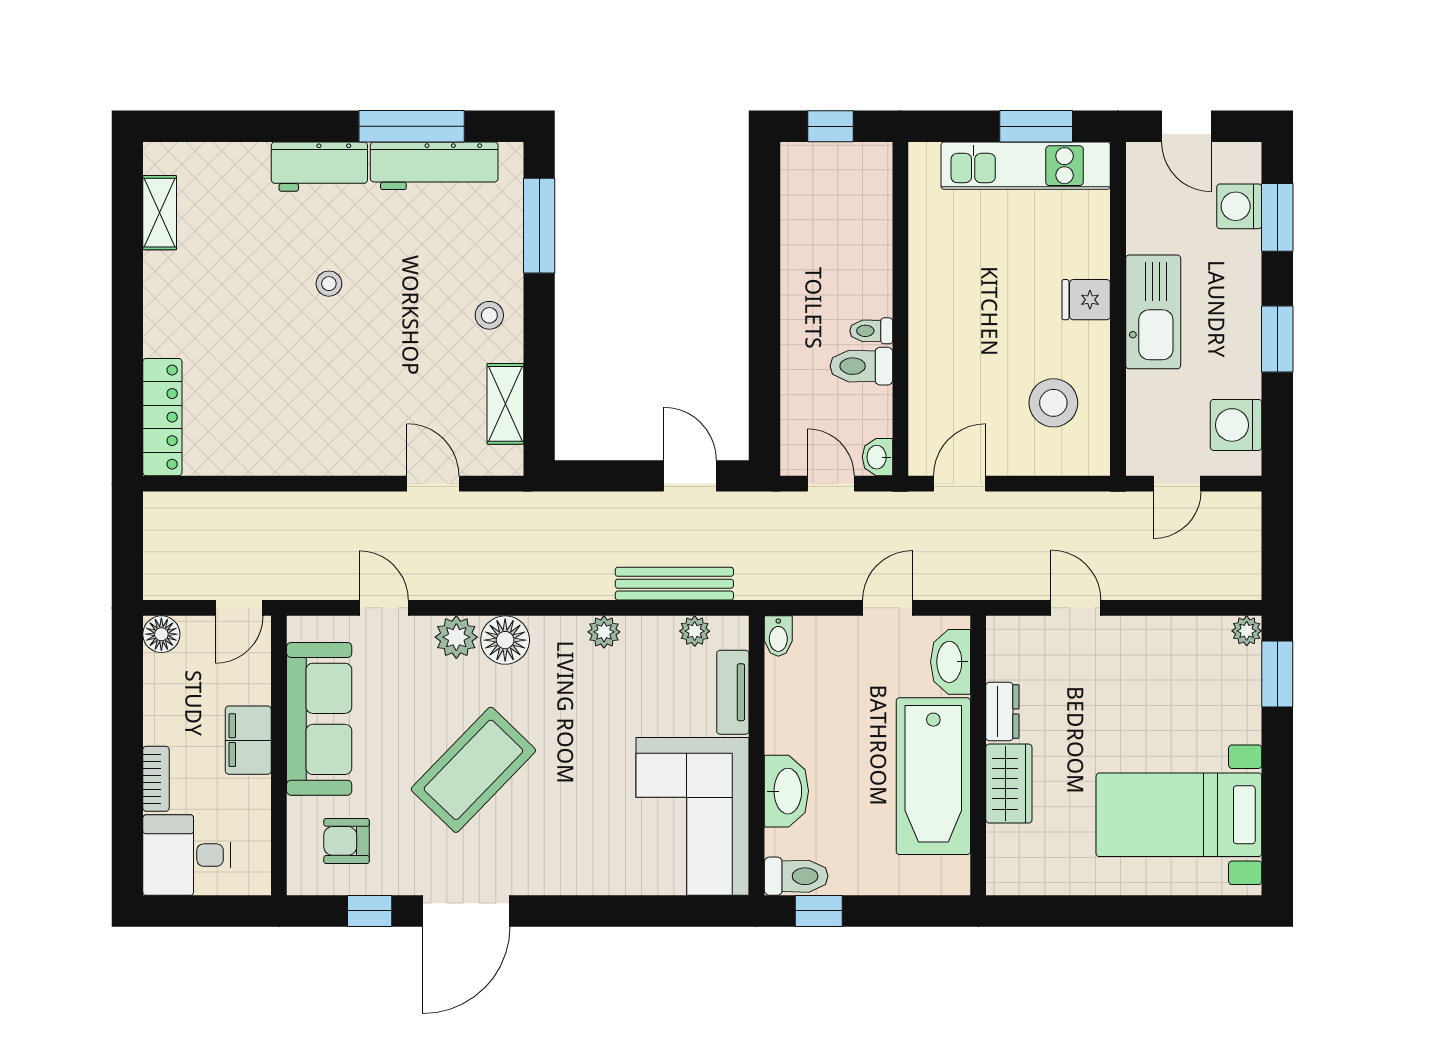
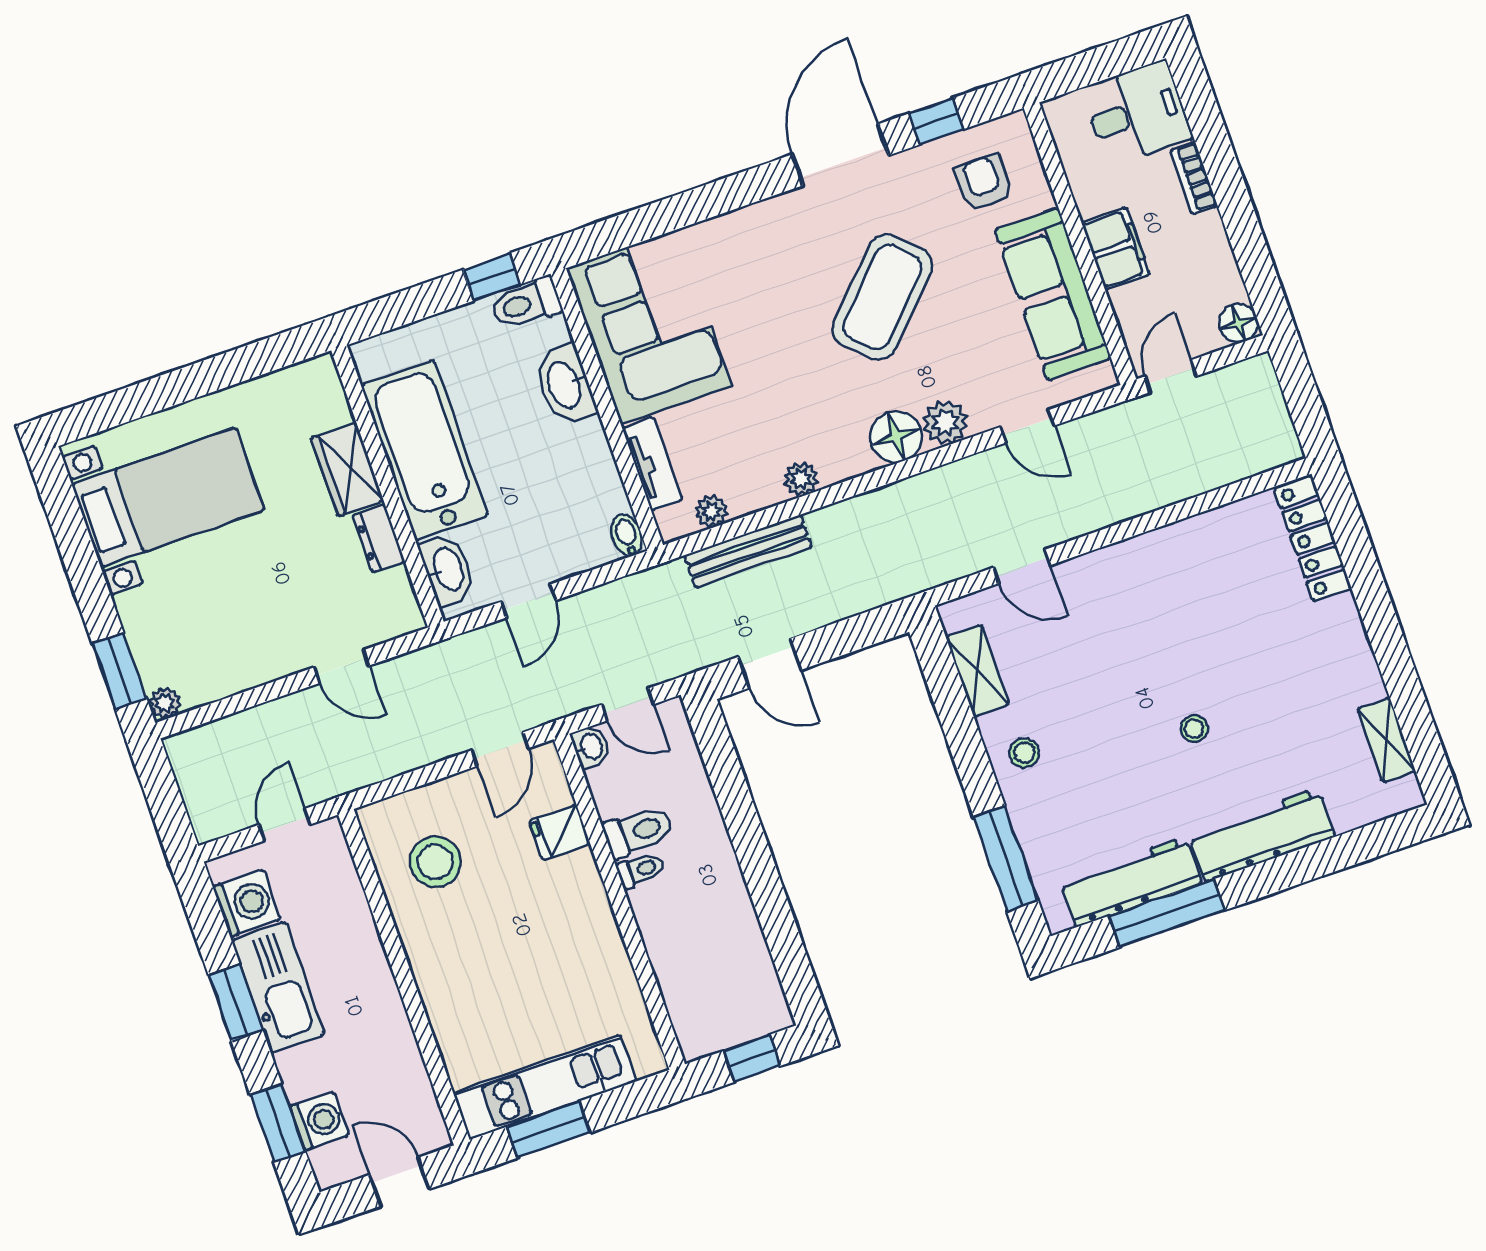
workbench: (319, 167) -> (1262, 835), width x1.38
fridge: (1086, 300) -> (560, 832), moved, turned 180
kitchen sink: (1153, 312) -> (278, 988), moved, turned 180
armchair: (347, 841) -> (983, 183), turned -90

